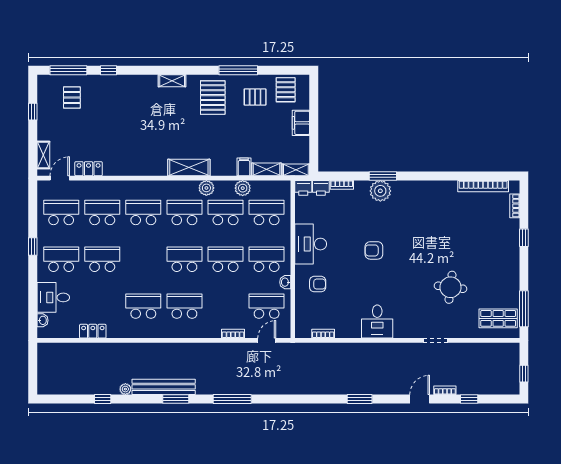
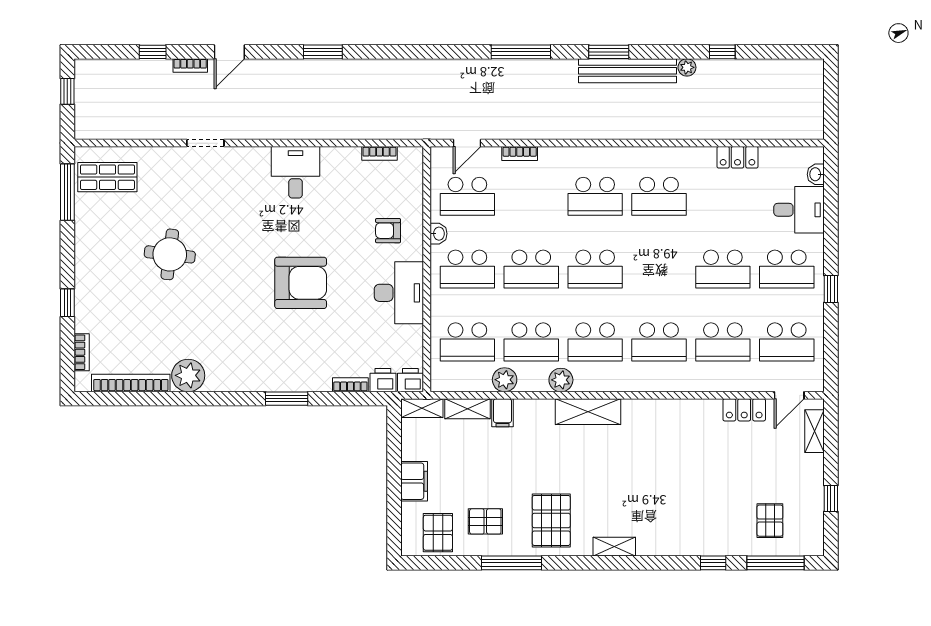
plant: (380, 191) -> (188, 375), moved
armchair: (374, 250) -> (301, 283), width x1.88, depth x1.88
round table: (450, 287) -> (170, 254), moved

